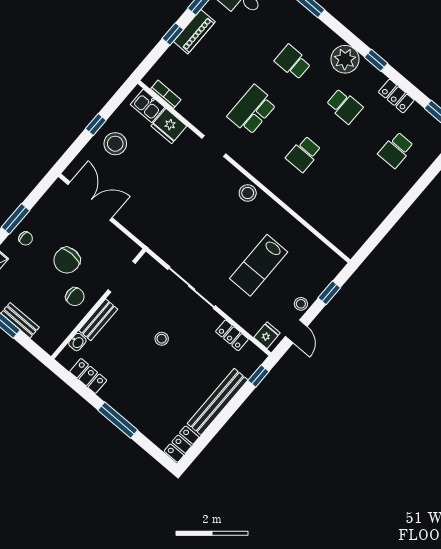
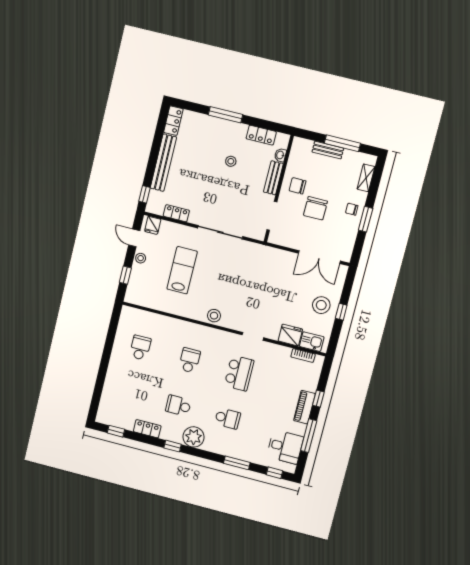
school desk: (396, 150) -> (140, 348), moved
chair: (67, 260) -> (315, 208), turned 180
stool: (162, 339) -> (231, 161), moved

